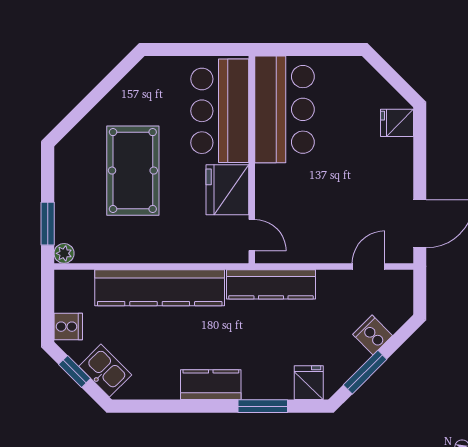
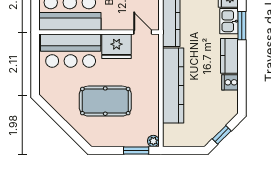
door: (252, 235) -> (143, 32), hinge flipped
cooker: (68, 327) -> (230, 82), moved, turned -90
kitchen sink: (105, 371) -> (229, 21), moved, turned -45

